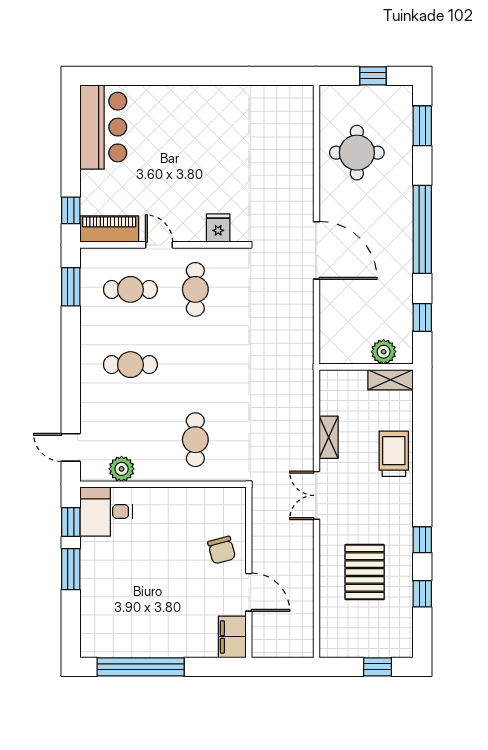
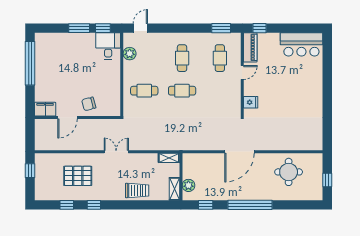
window: (422, 126) -> (302, 205), removed
cafe table: (195, 289) -> (182, 91), moved
shelving: (329, 437) -> (169, 158), moved
window: (378, 667) -> (30, 171), moved

